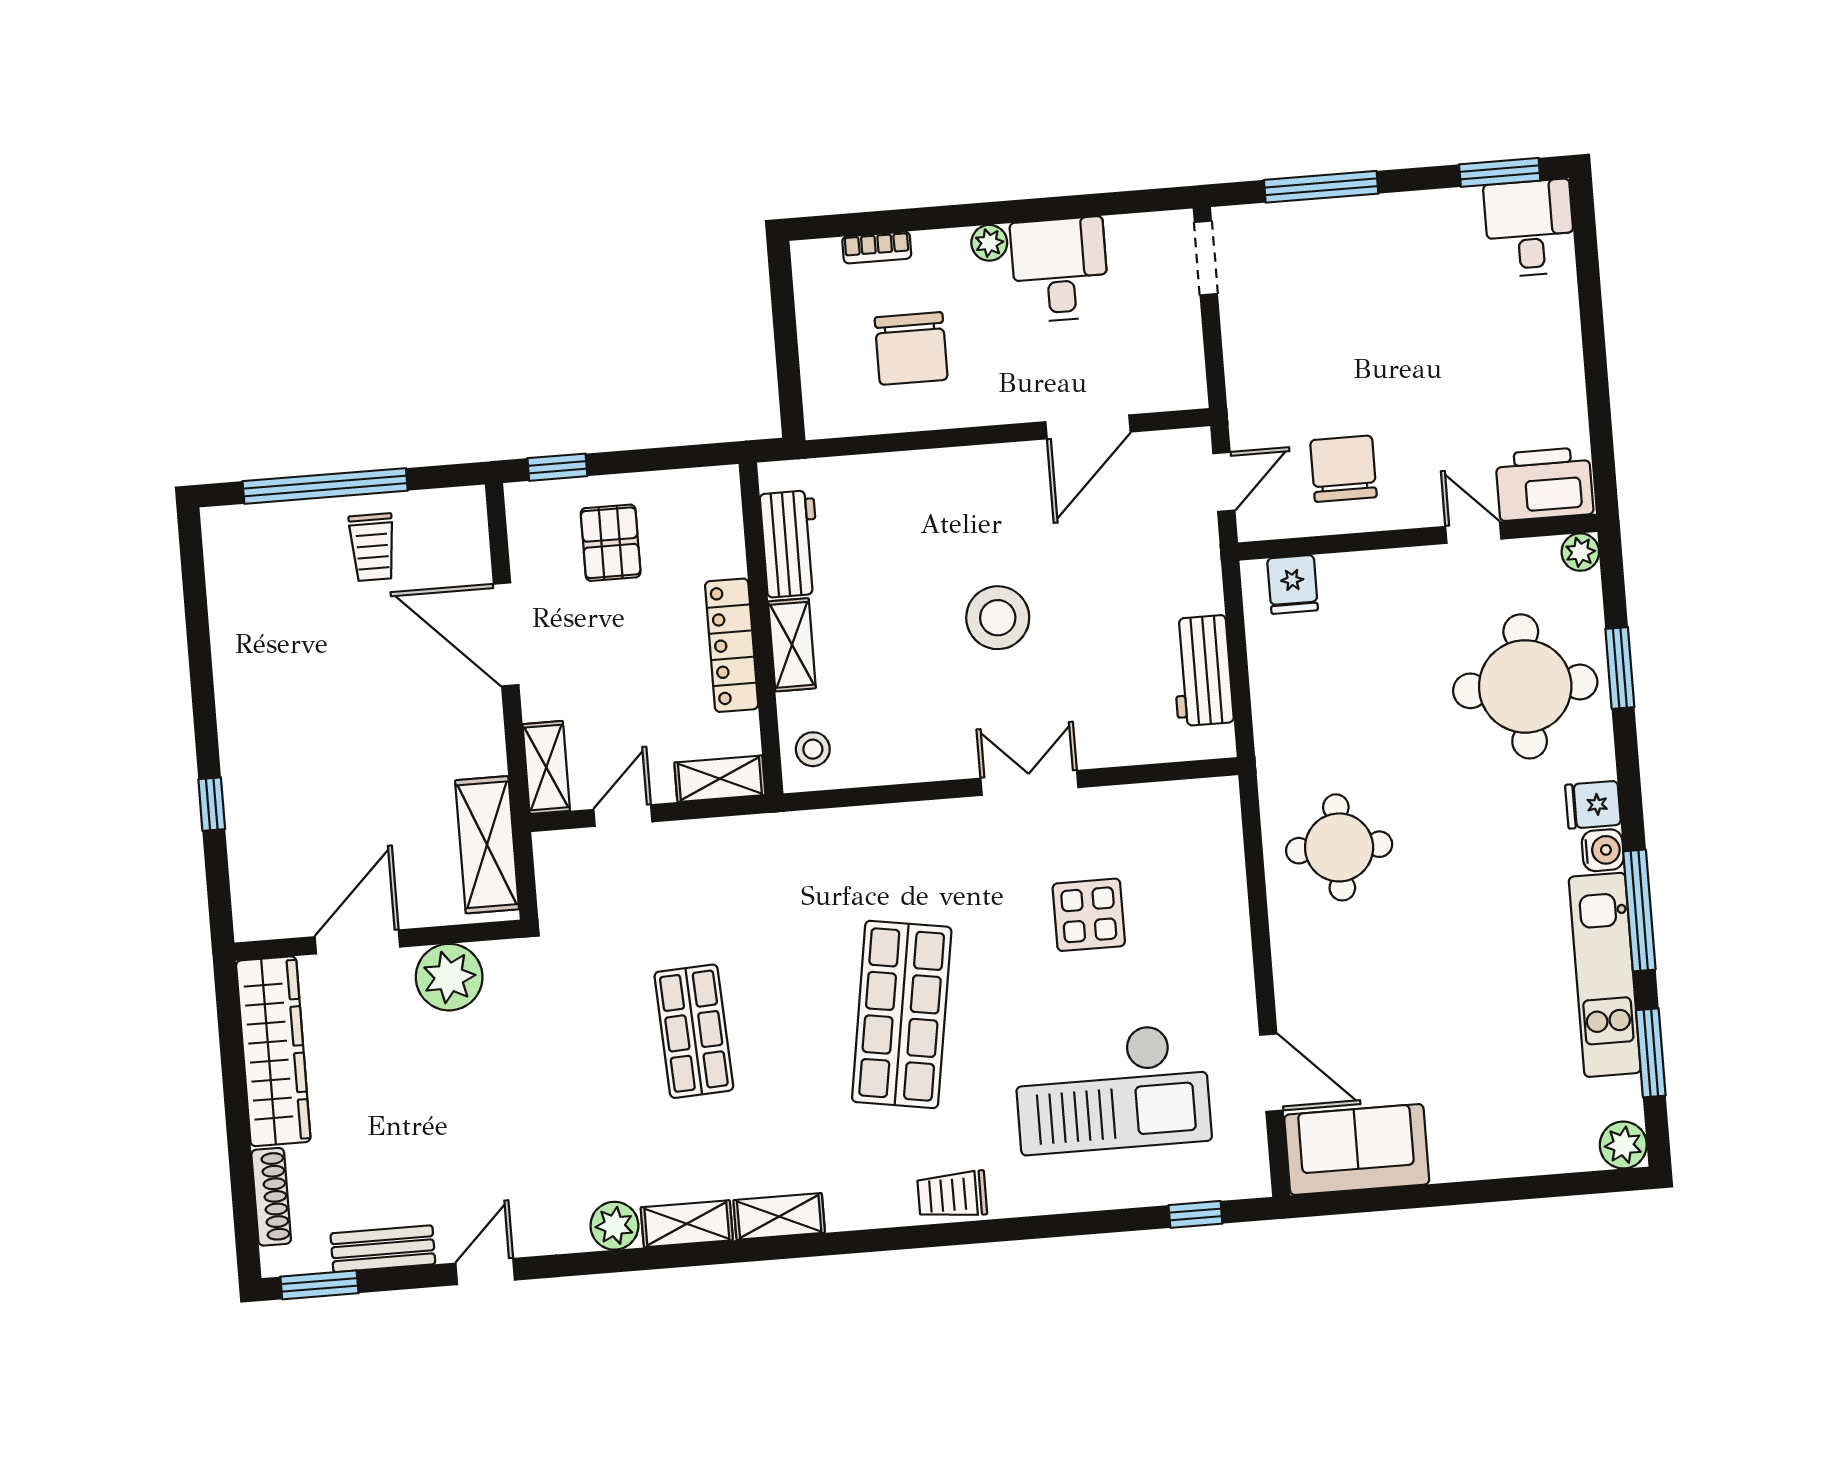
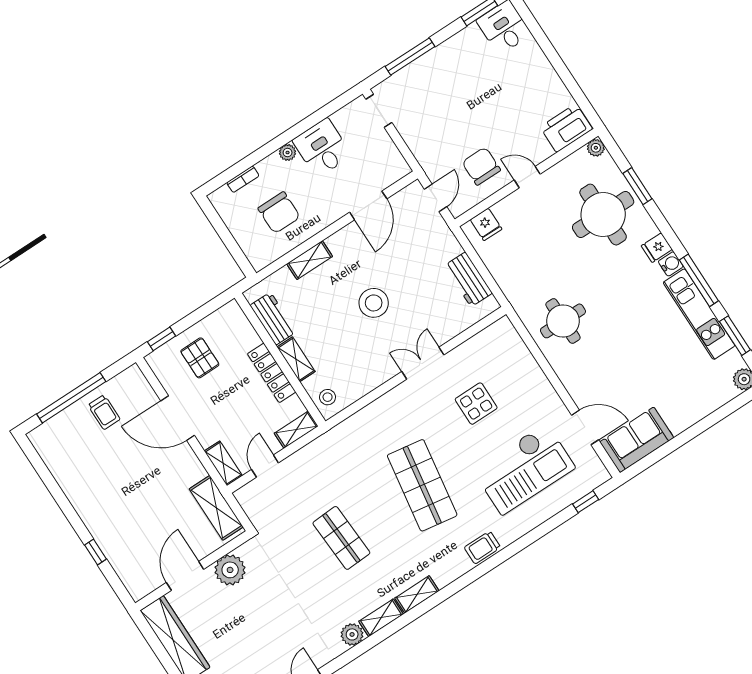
shelving: (920, 470) -> (310, 260), added
door: (1473, 533) -> (527, 177), moved

